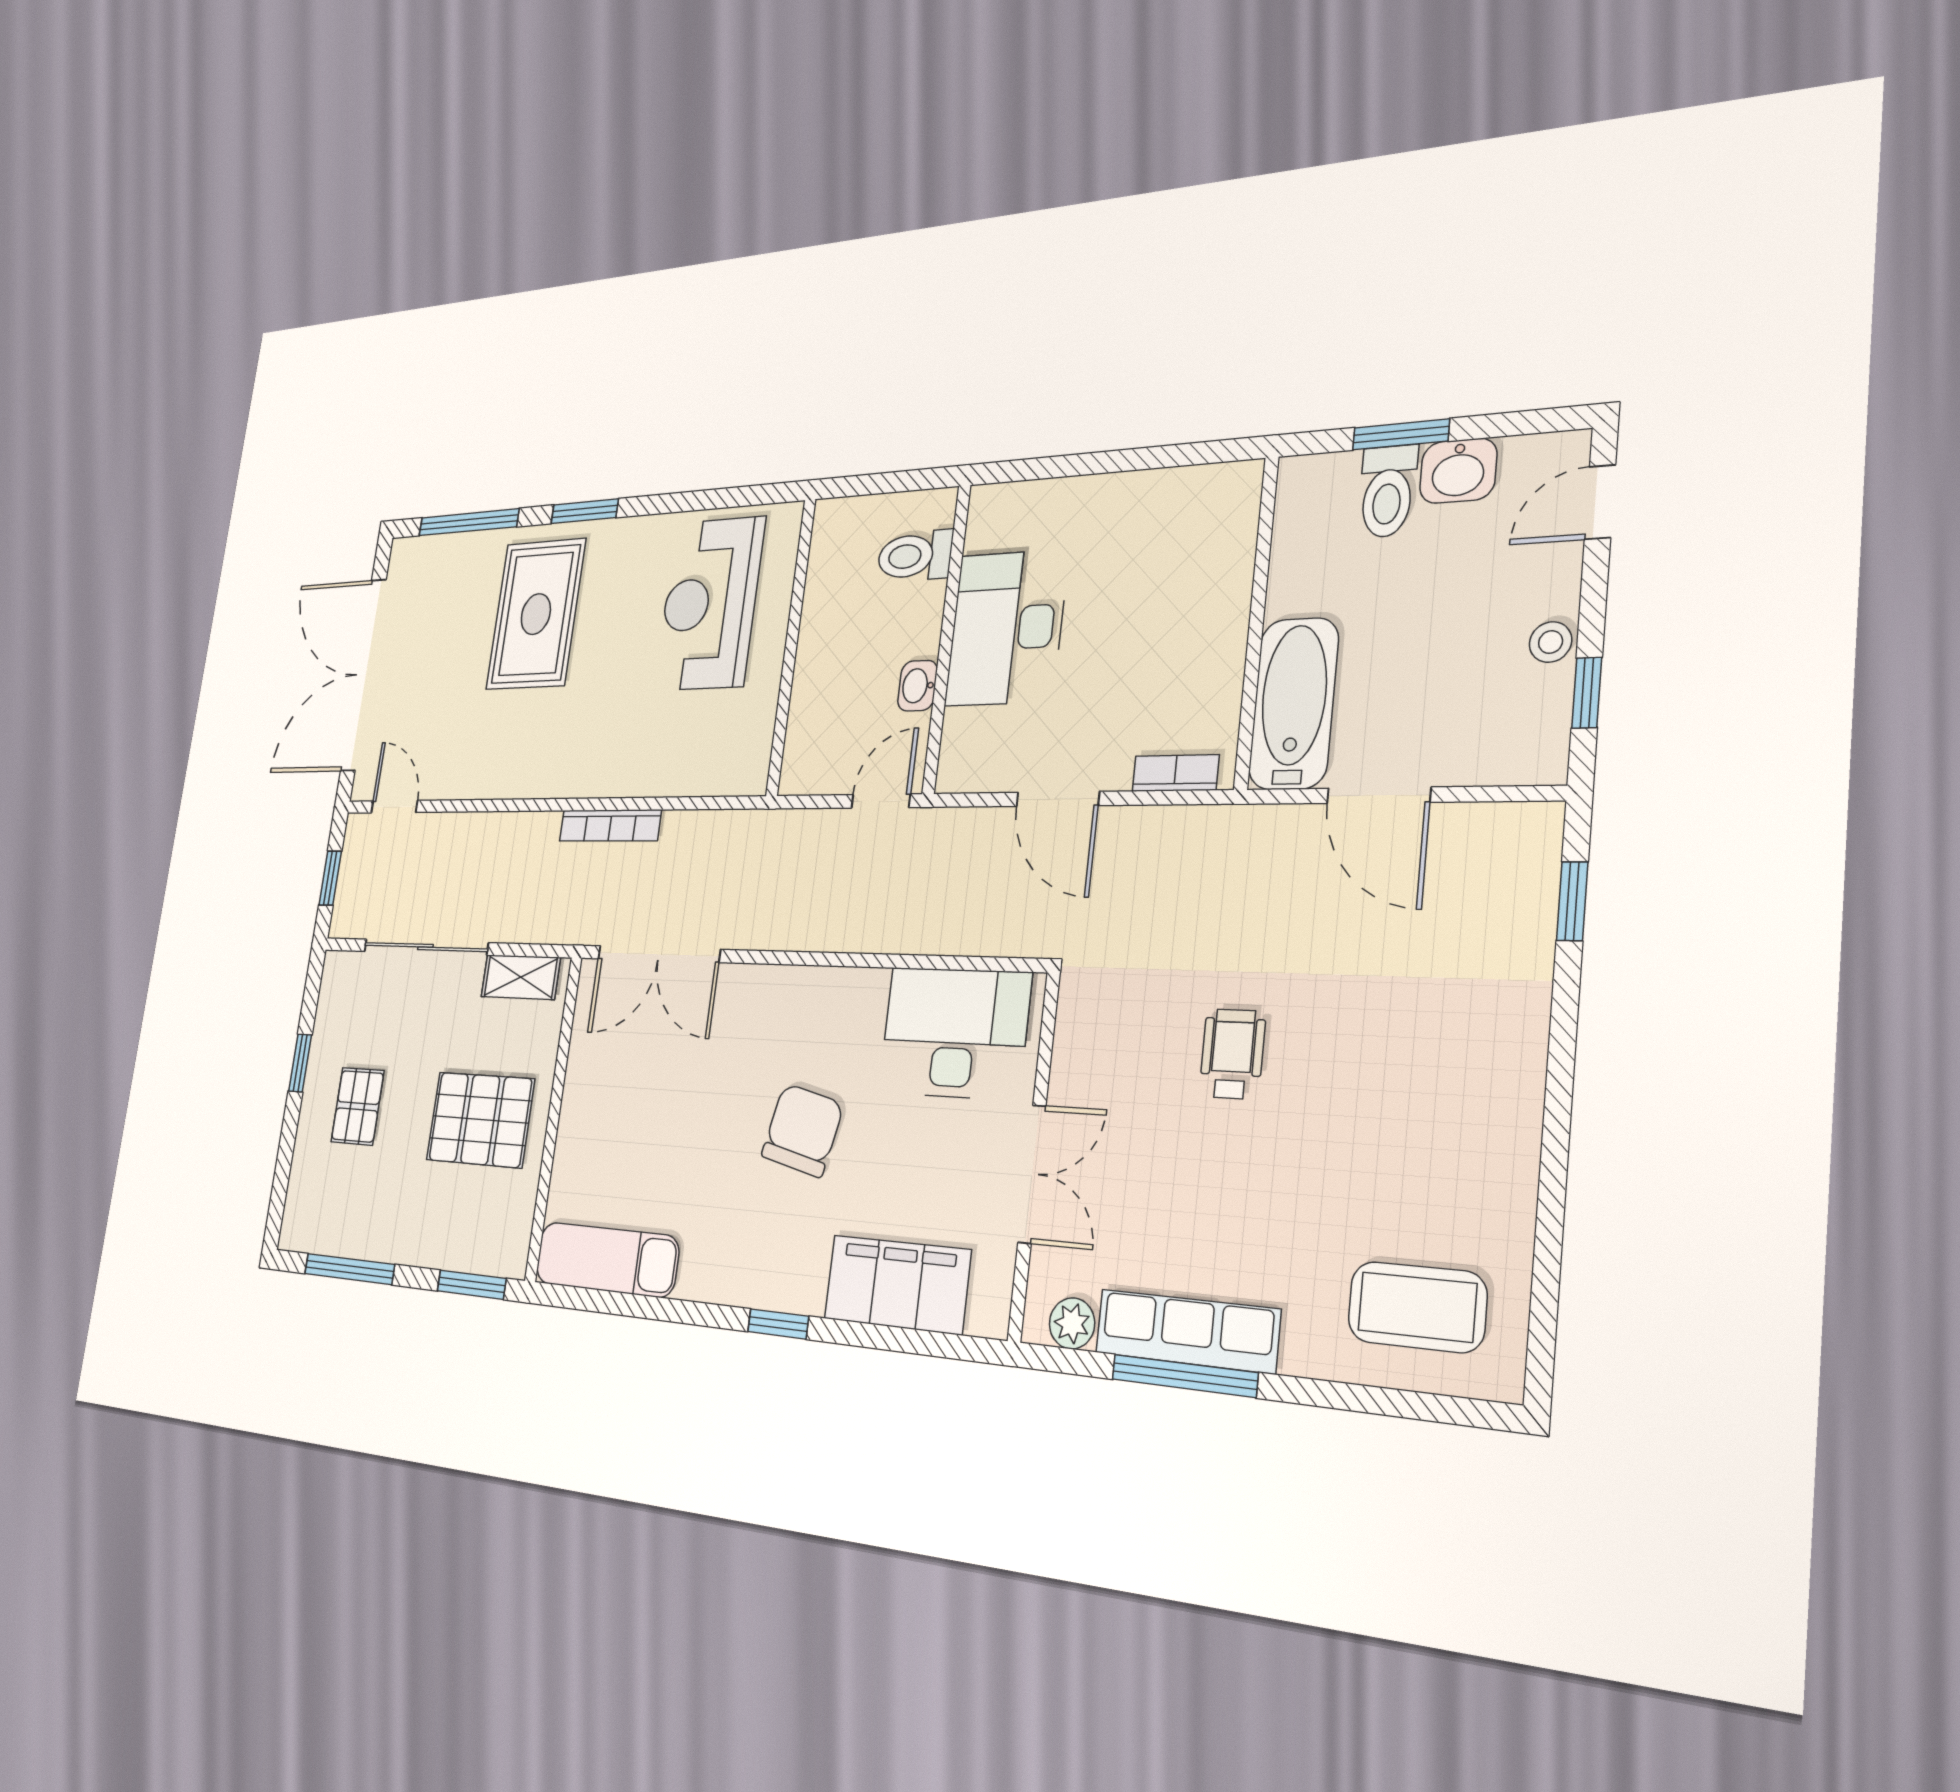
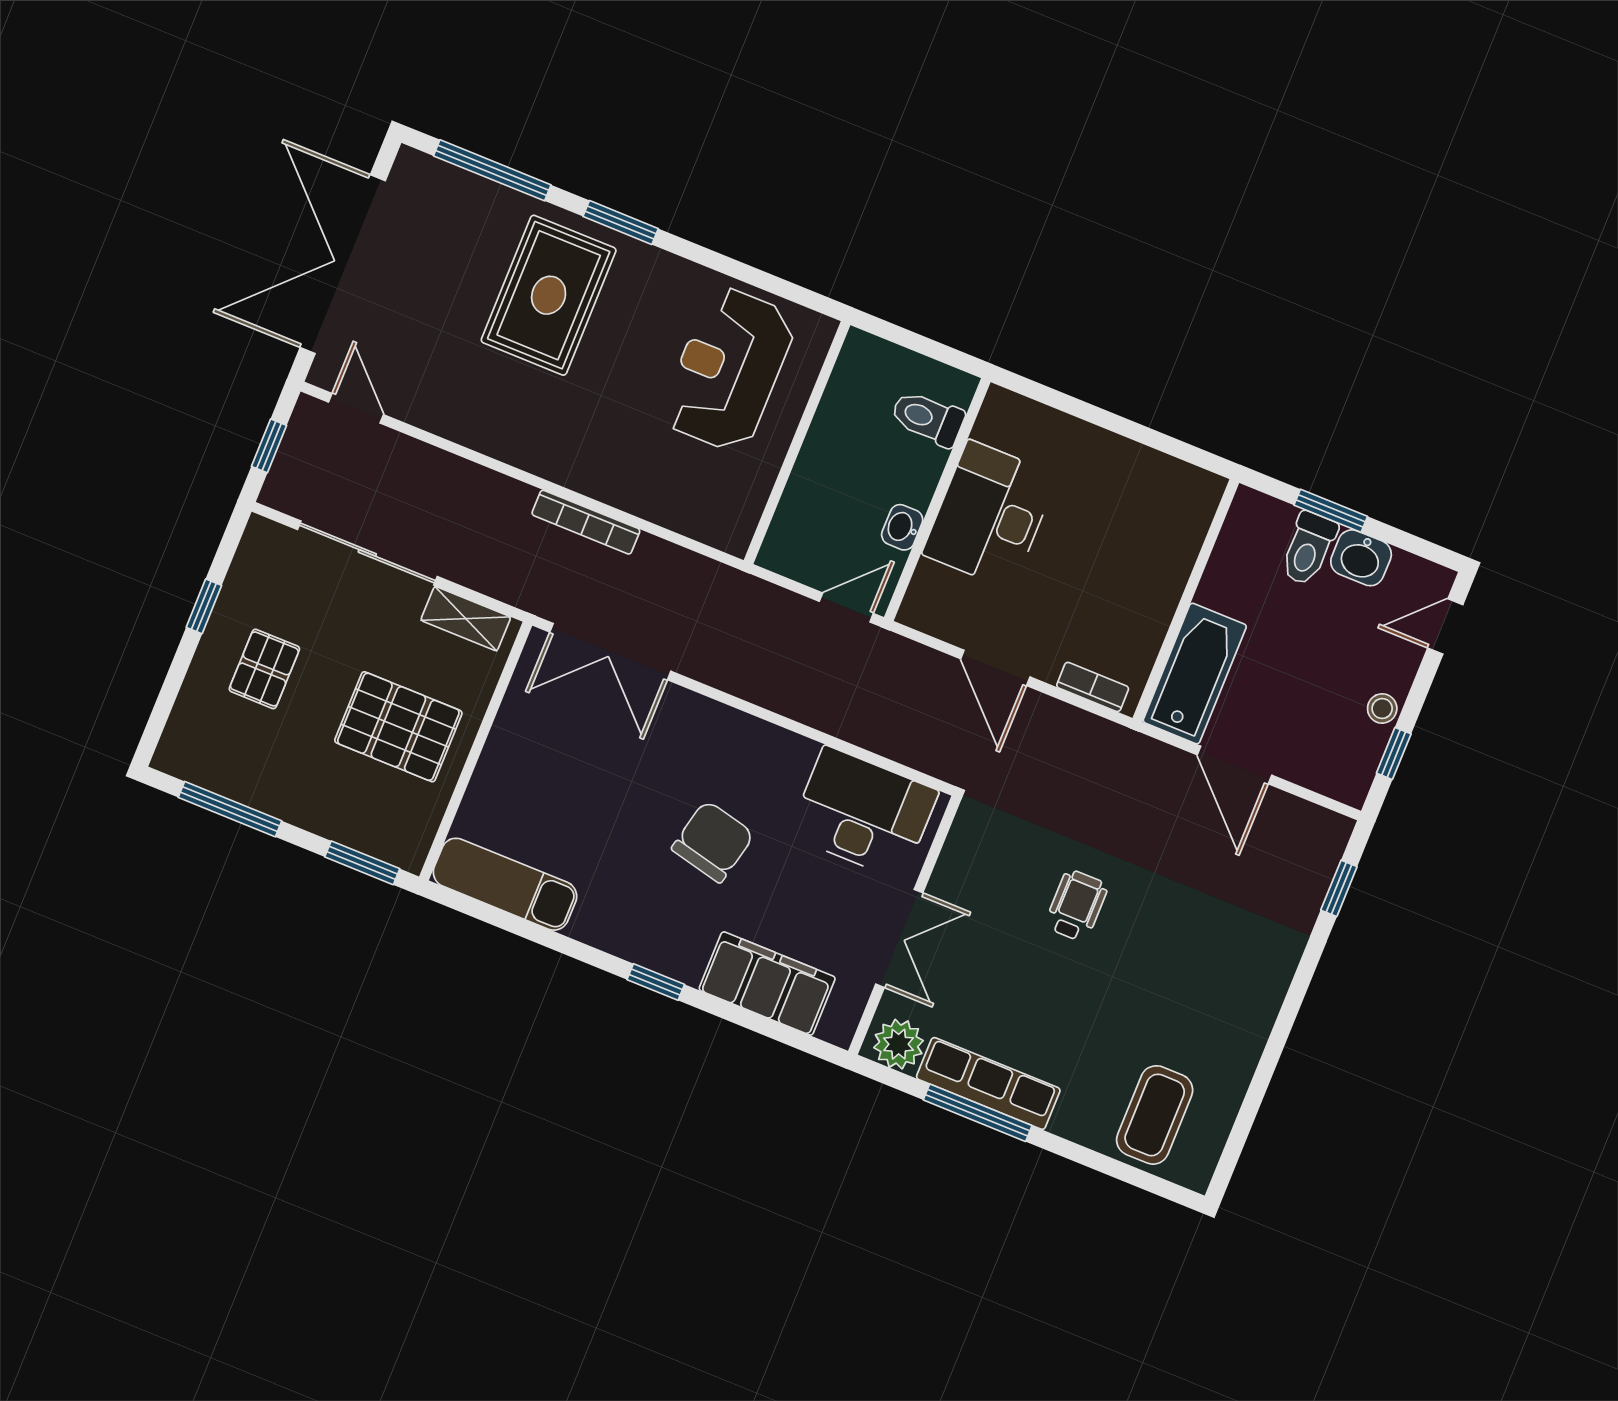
coffee table: (1417, 1307) -> (1155, 1115), turned 90
plant: (1072, 1323) -> (899, 1044), width x1.38, depth x1.38

